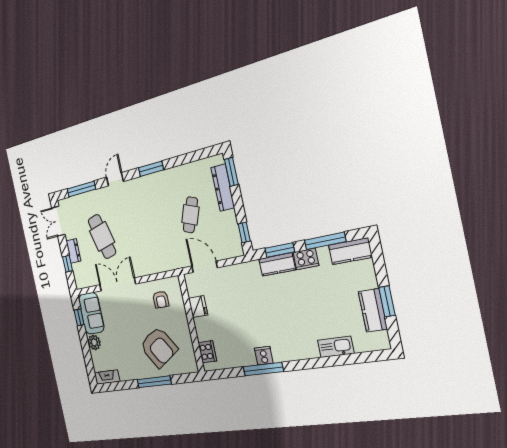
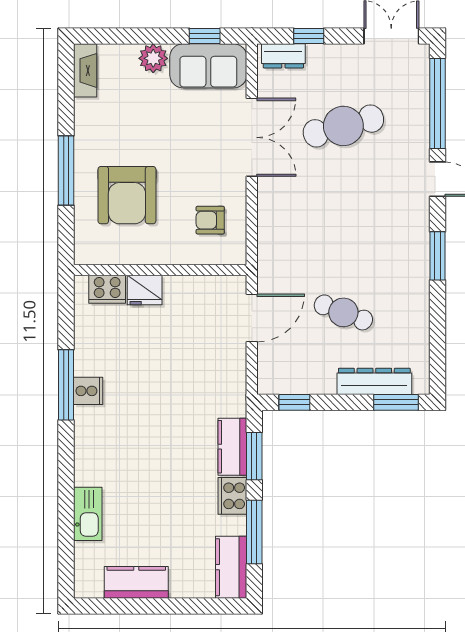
window: (81, 189) -> (438, 103), width x1.46
dresser: (73, 251) -> (283, 56), moved
window: (387, 301) -> (147, 606), removed
fridge: (198, 306) -> (145, 290), moved
armchair: (159, 347) -> (127, 195), turned -57

